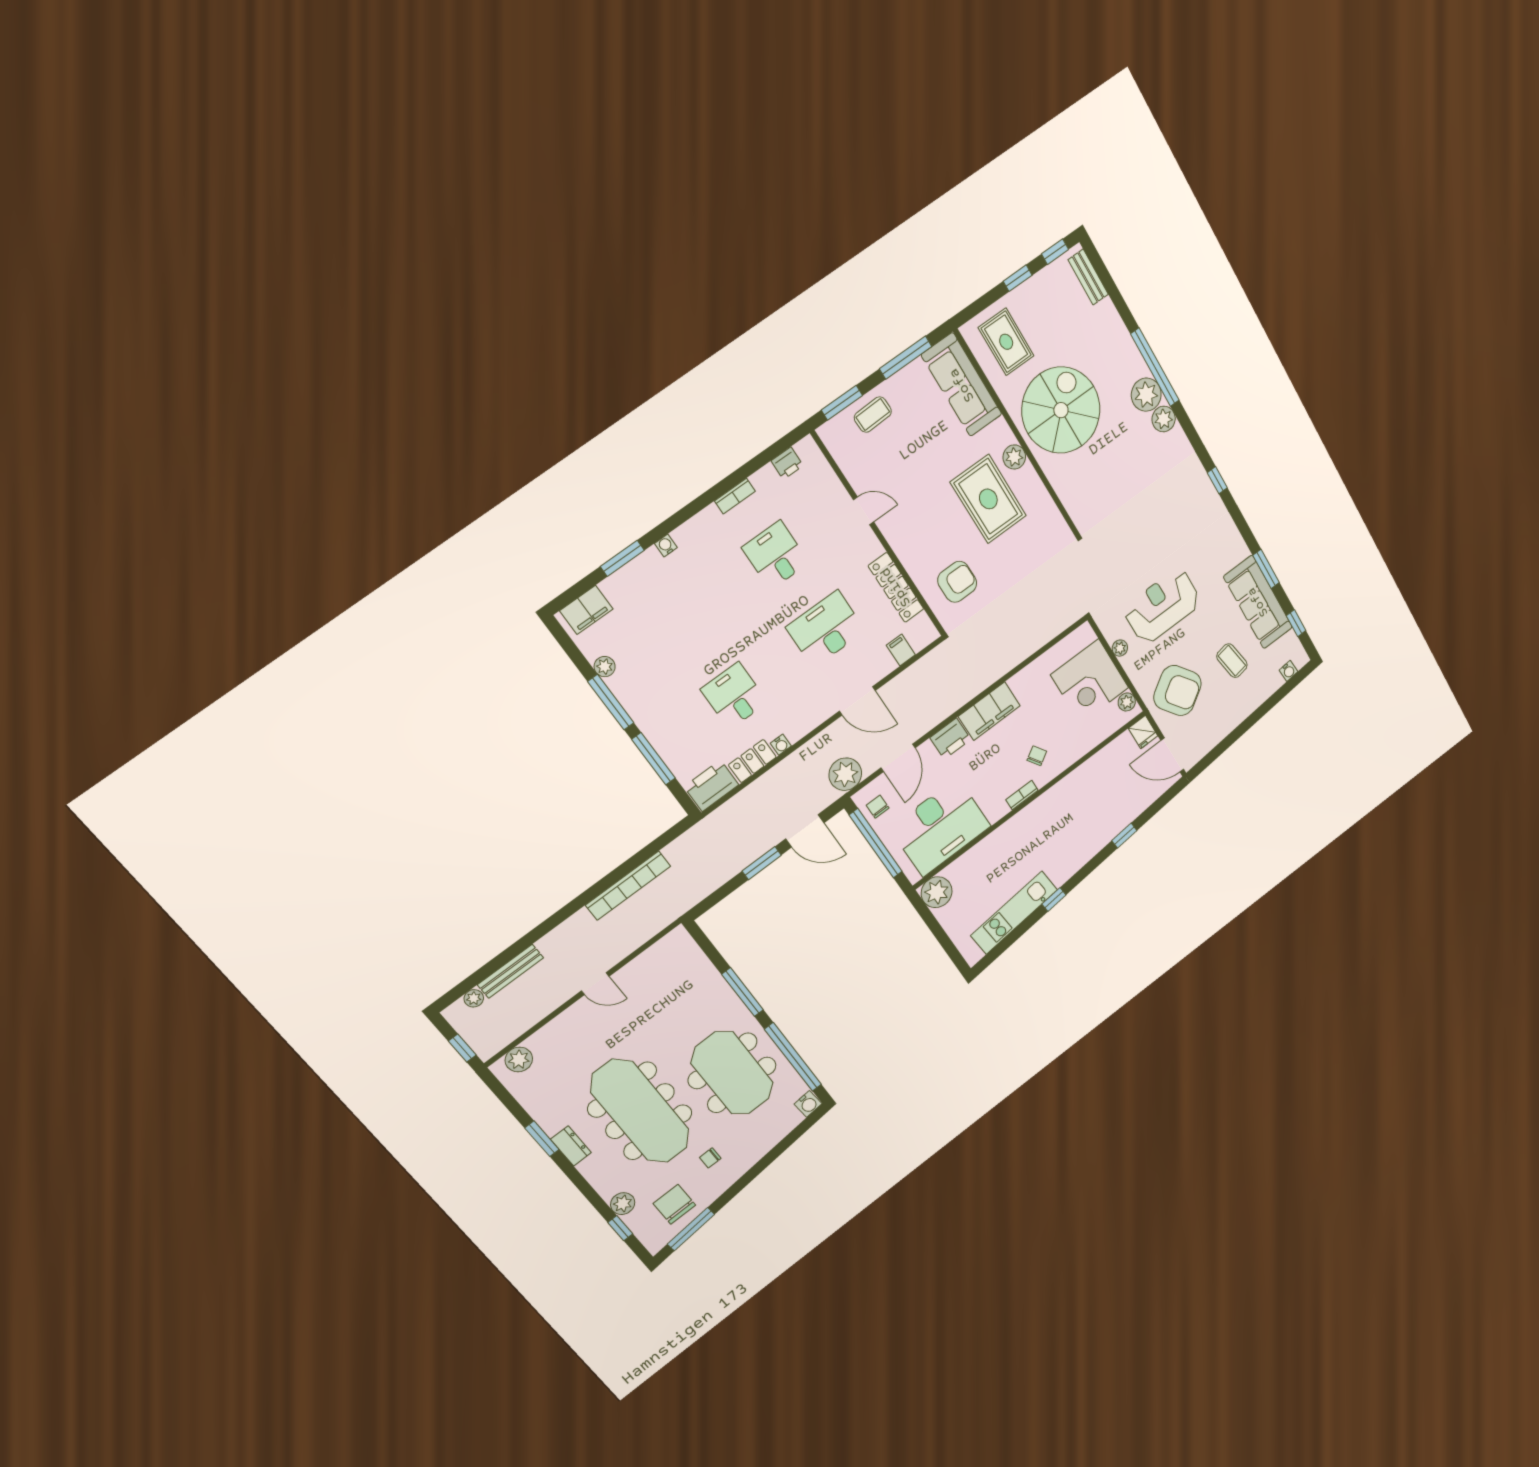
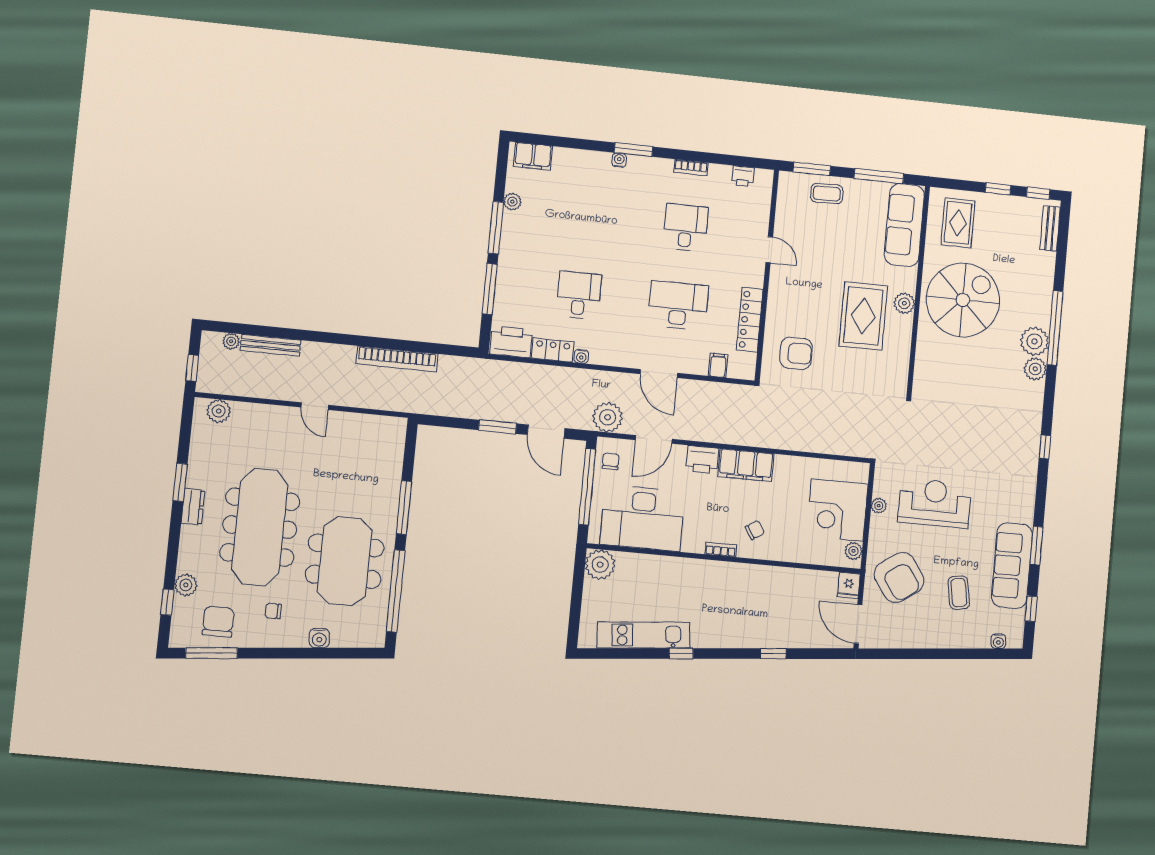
window: (622, 558) -> (633, 150), moved
water cooler: (808, 1104) -> (319, 638), moved

